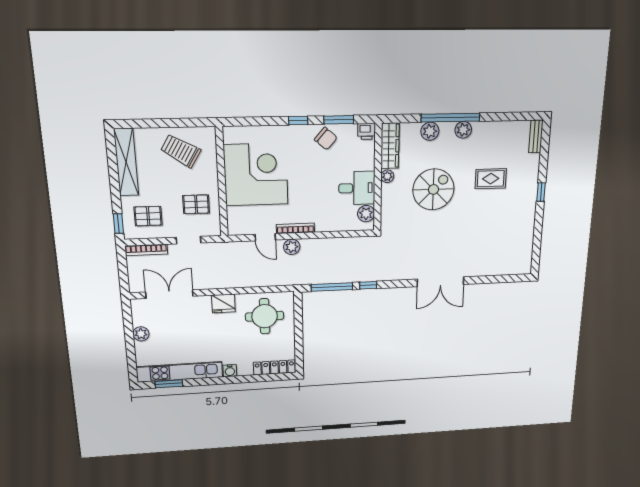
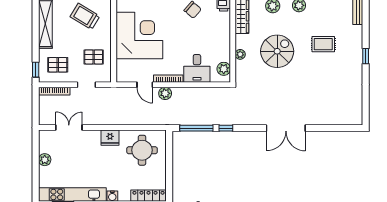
plant: (387, 176) -> (240, 54), moved
desk: (357, 188) -> (197, 68), moved, turned 90
double door: (169, 294) -> (69, 128), width x0.73

